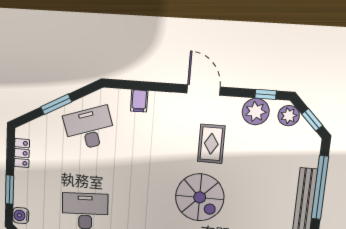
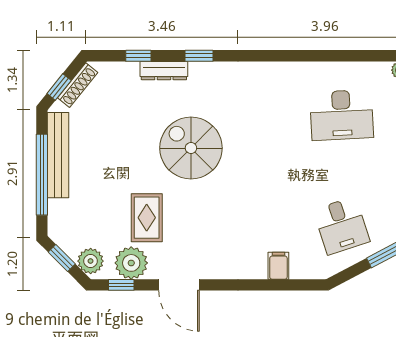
door: (204, 90) -> (179, 285), moved
desk: (89, 128) -> (342, 226), width x0.73
rug: (211, 144) -> (147, 218), moved

